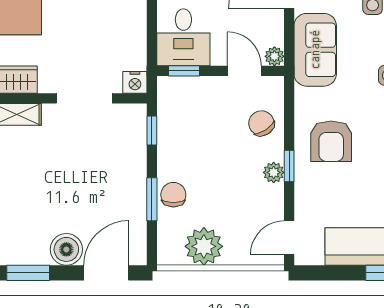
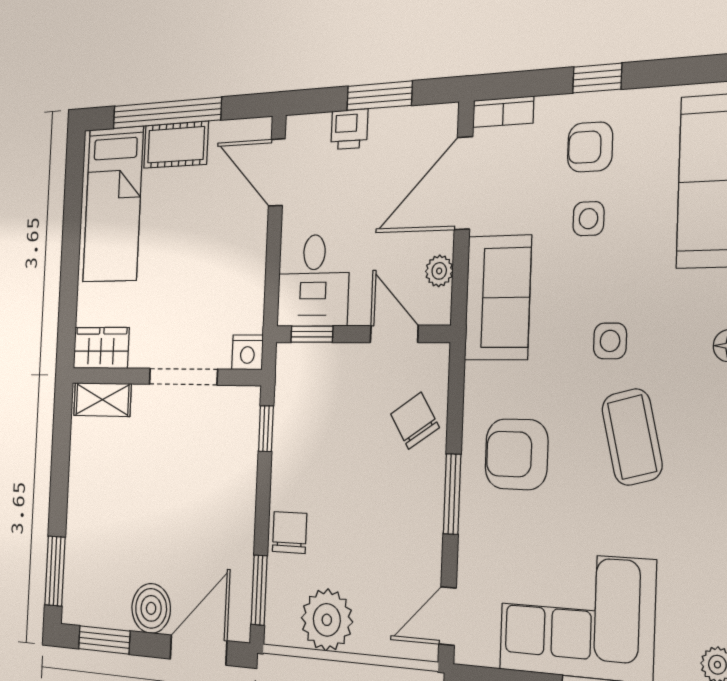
plant: (274, 56) -> (439, 271), moved
armchair: (331, 141) -> (516, 454), turned 90
window: (289, 166) -> (452, 494), width x1.50
plant: (274, 172) -> (429, 504), removed
window: (152, 199) -> (259, 590), moved

